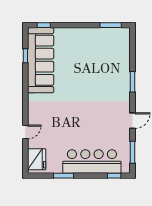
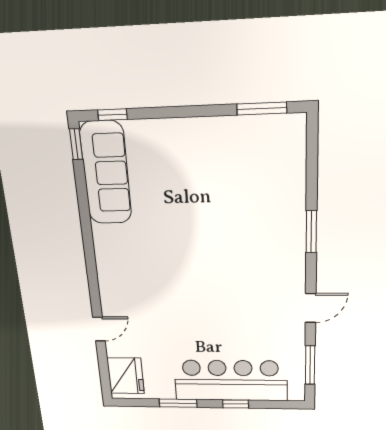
window: (25, 56) -> (76, 144), moved
sofa: (41, 60) -> (106, 173), width x0.74, depth x0.79
window: (114, 176) -> (236, 404), moved

